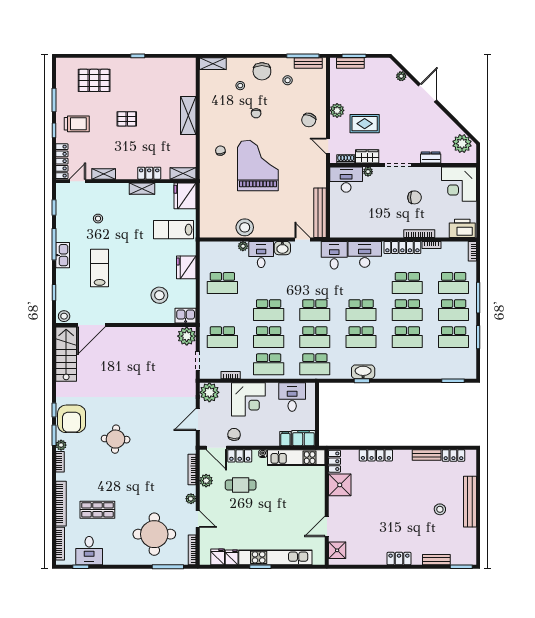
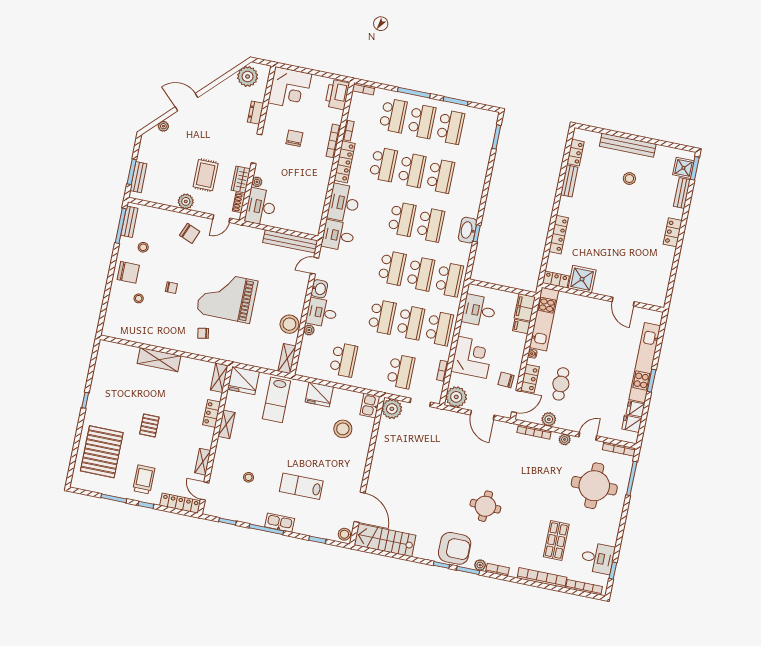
shelving: (213, 64) -> (287, 359), moved
pallet: (94, 80) -> (102, 452), width x1.37, depth x1.41
shower: (337, 550) -> (683, 168), moved

